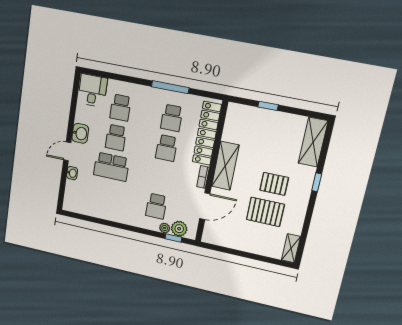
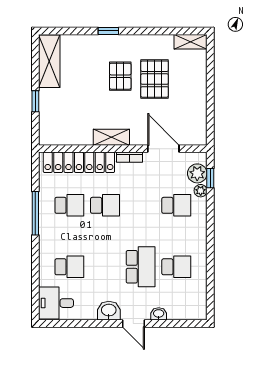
school desk: (116, 138) -> (176, 267), moved
shelving: (313, 142) -> (49, 61), moved, turned 90
shelving: (225, 166) -> (111, 137), width x0.67, depth x0.75

